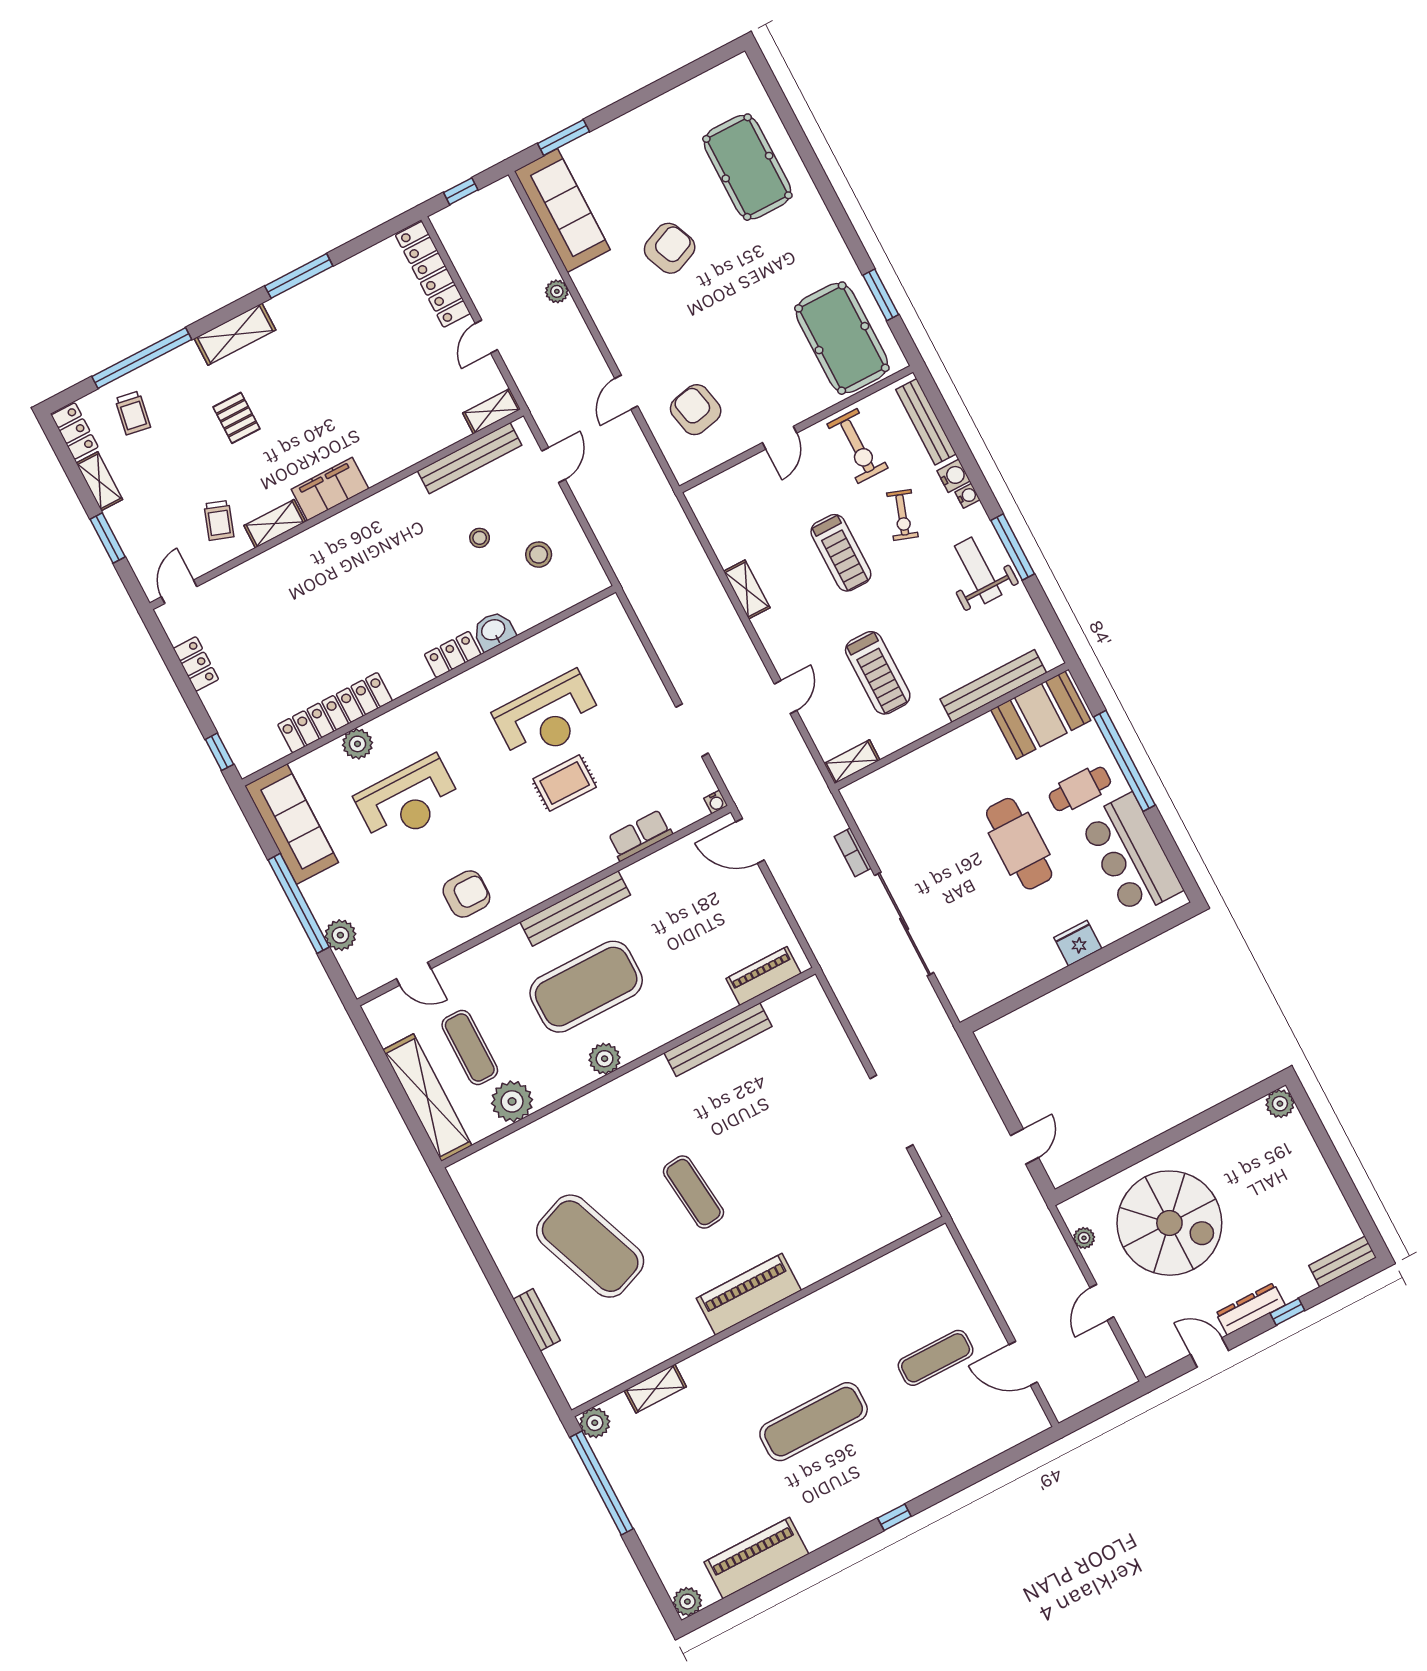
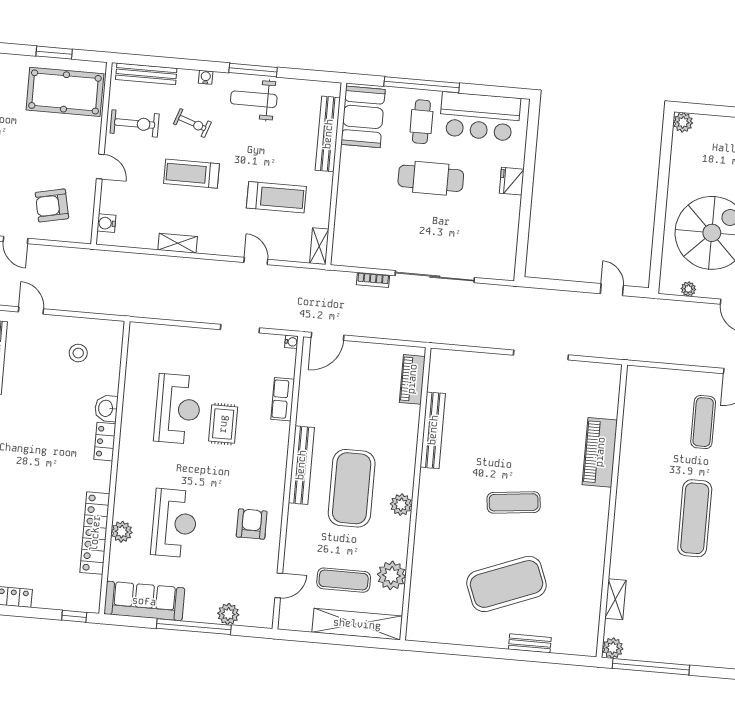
water cooler: (954, 476) -> (106, 223), moved, turned -90
stool: (480, 538) -> (46, 382), removed
treadmill: (841, 553) -> (191, 174), turned 180
piano: (749, 1294) -> (600, 452), moved

